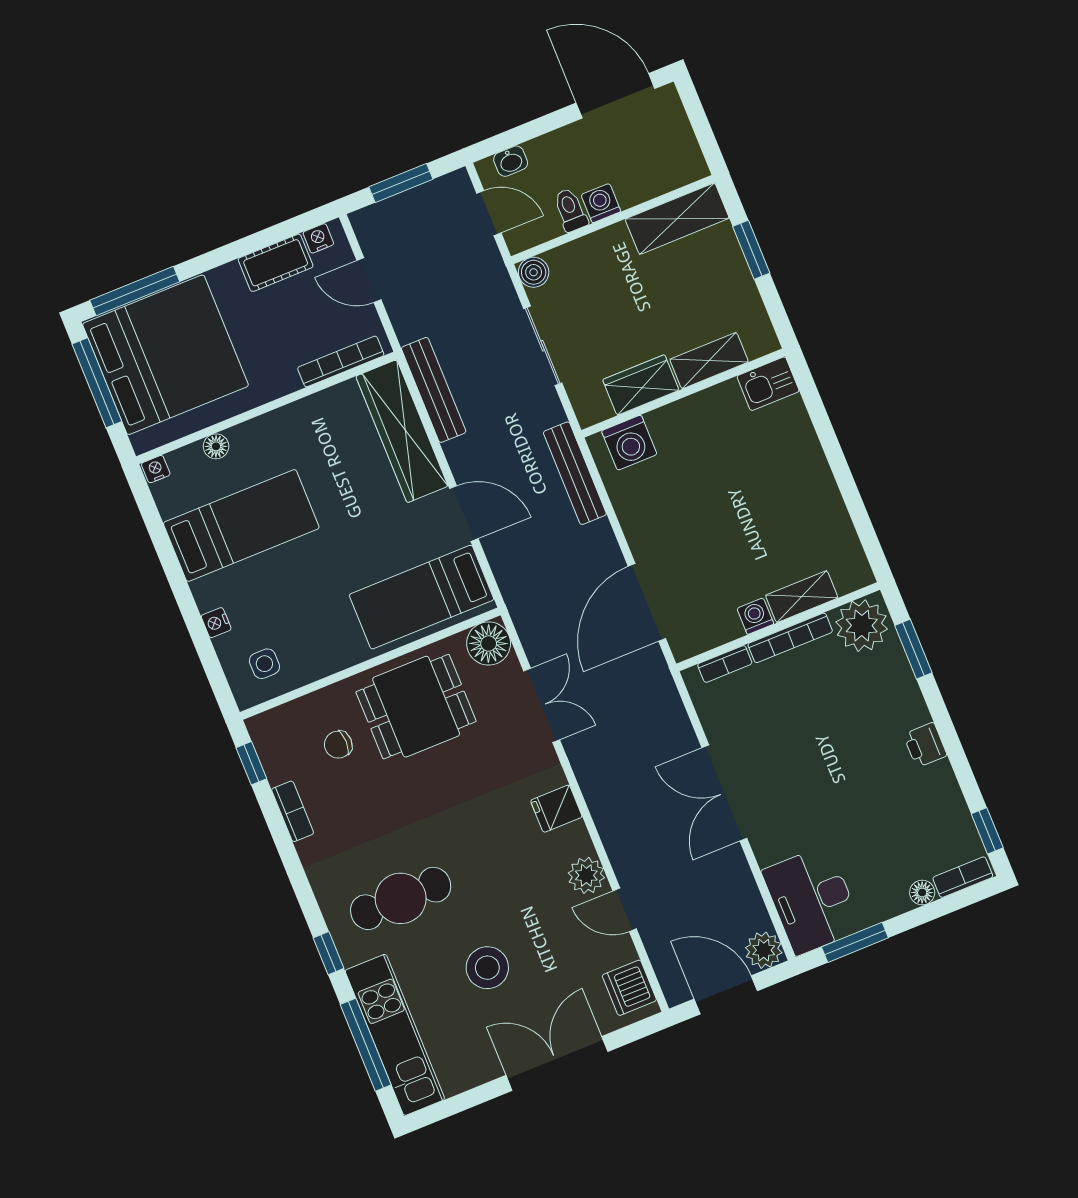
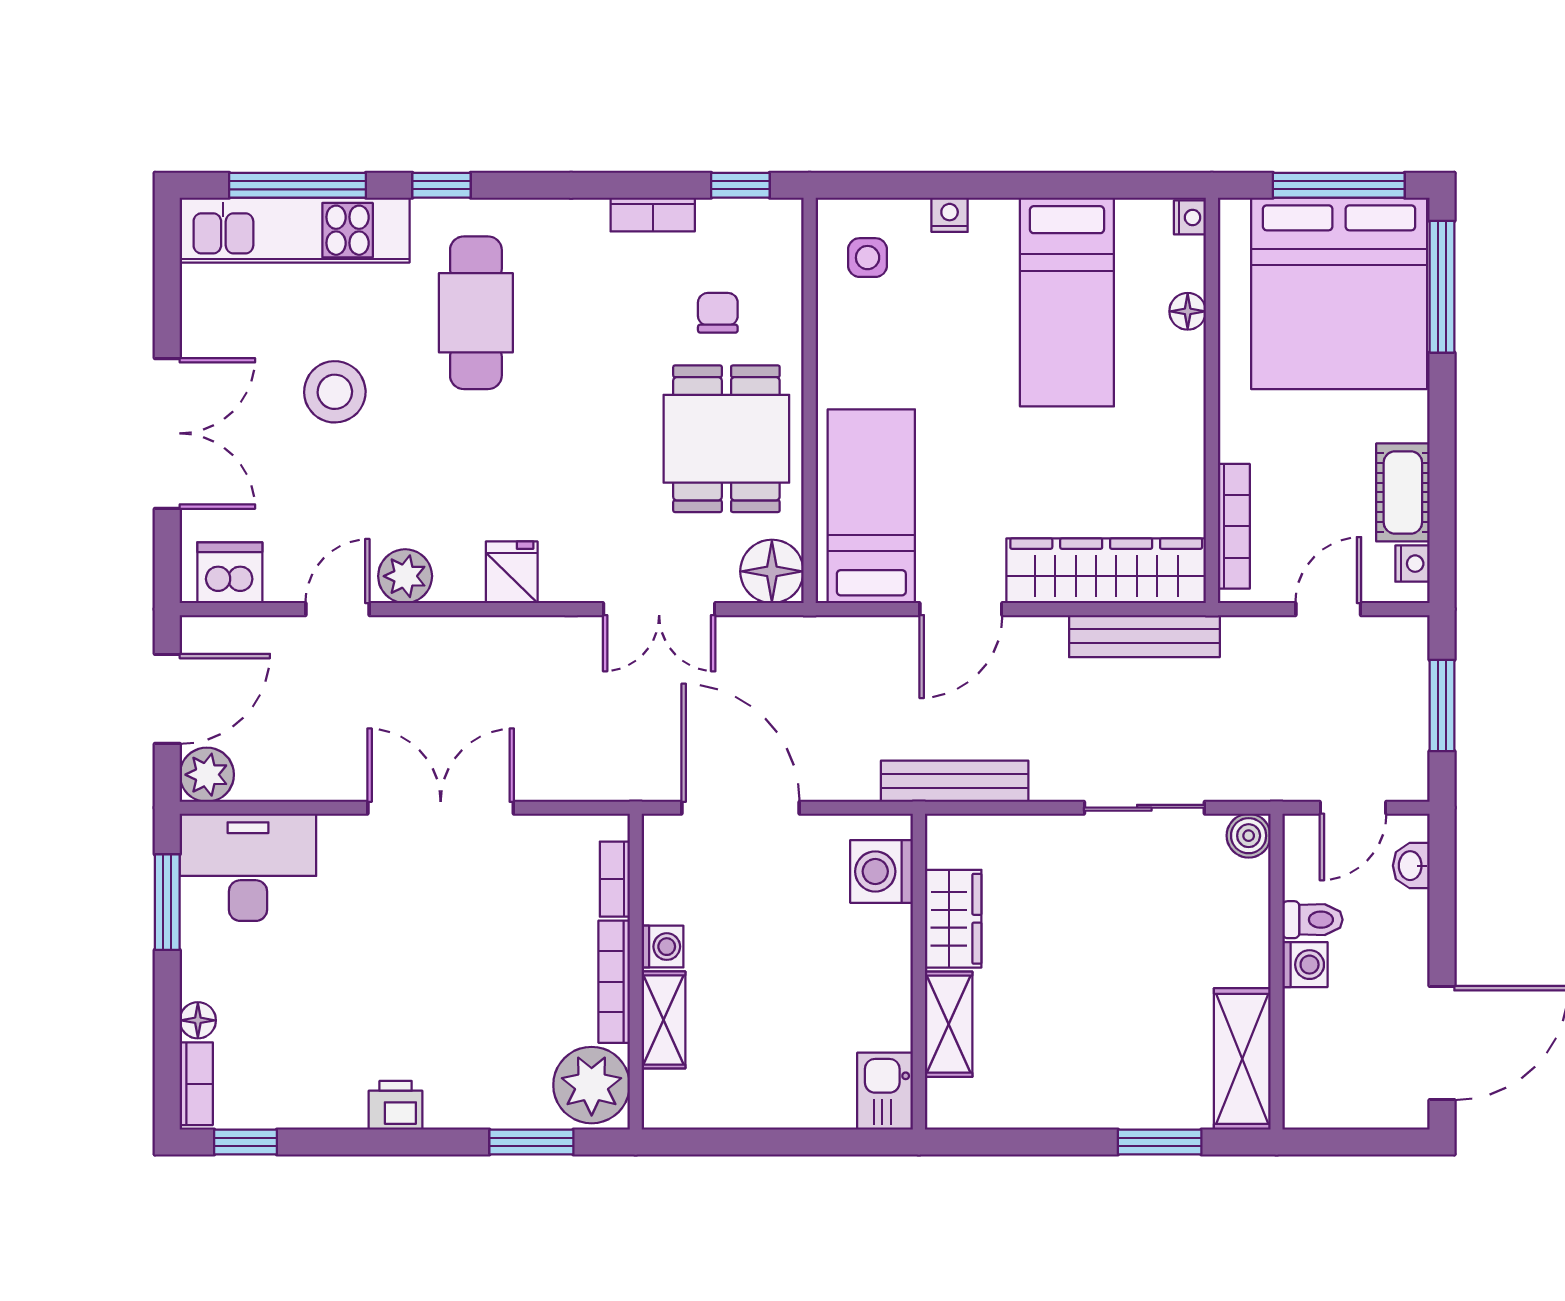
shelving: (709, 361) -> (949, 1024), moved
kitchen sink: (768, 384) -> (885, 1091), moved
wardrobe: (641, 385) -> (953, 919), moved
wall: (683, 393) -> (919, 972), moved
washing machine: (629, 443) -> (882, 871), moved

